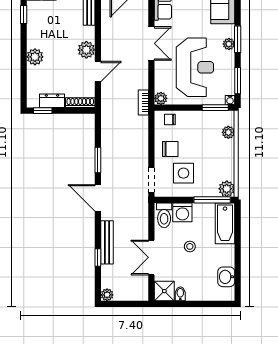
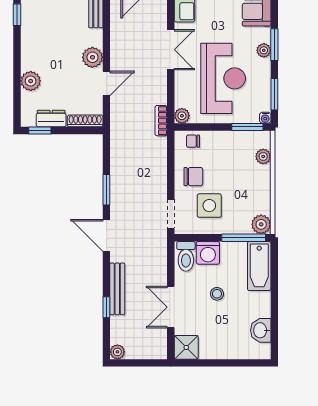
plant: (35, 57) -> (31, 81), moved
bidet: (180, 294) -> (205, 351), removed

